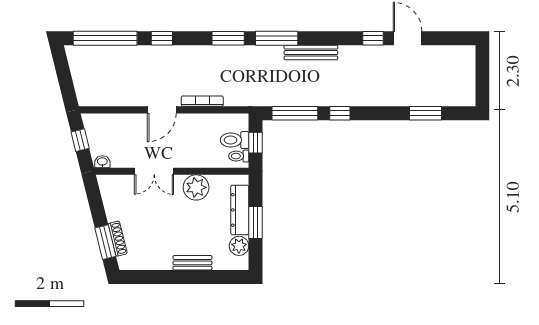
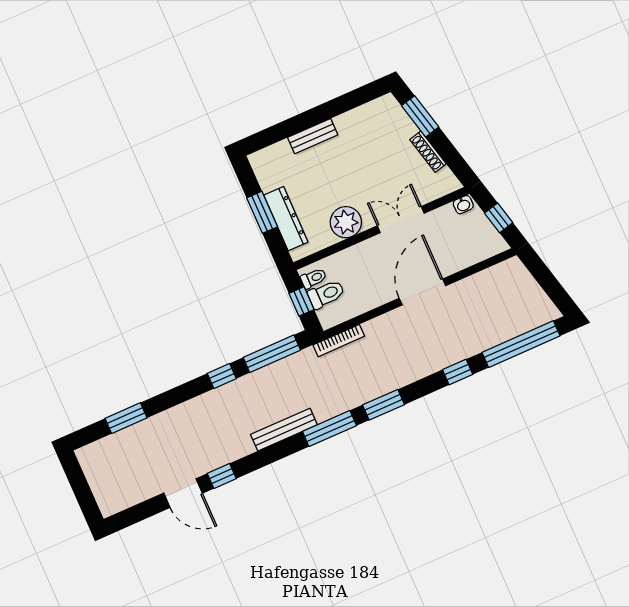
bookcase: (202, 101) -> (339, 341), moved
door: (162, 110) -> (422, 292), width x1.36
shoe rack: (118, 239) -> (428, 152), moved
plant: (239, 246) -> (269, 178), removed

